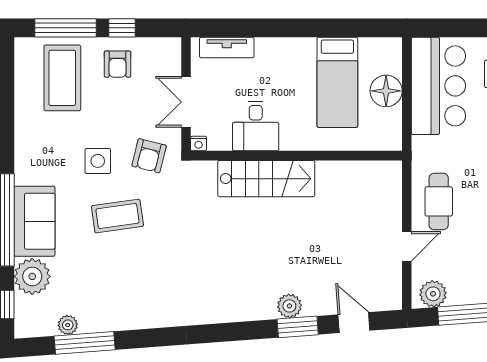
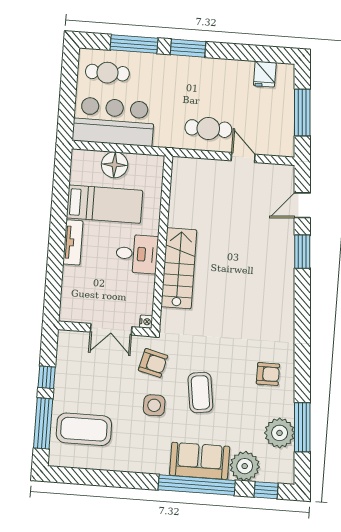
tv unit: (227, 48) -> (73, 242), moved
armchair: (118, 64) -> (268, 374), moved
desk: (256, 126) -> (137, 254), moved
plant: (433, 294) -> (284, 139), removed
plant: (289, 306) -> (285, 257), removed
plant: (68, 325) -> (280, 433), width x1.87, depth x1.87

